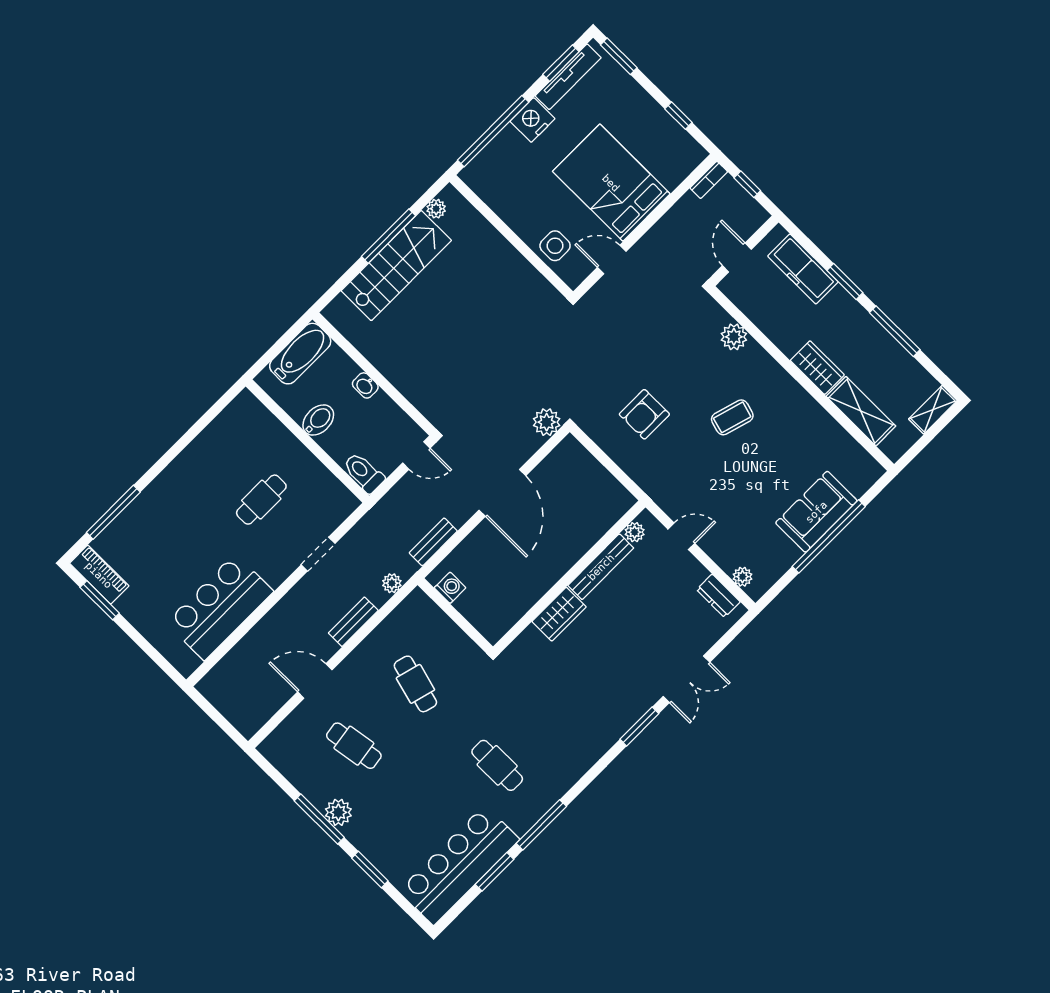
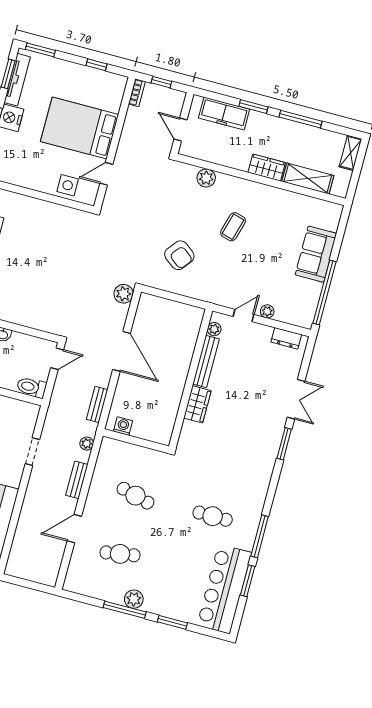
armchair: (644, 414) -> (179, 255), turned -52
window: (829, 536) -> (324, 292), moved
plant: (742, 577) -> (267, 311), moved

